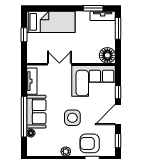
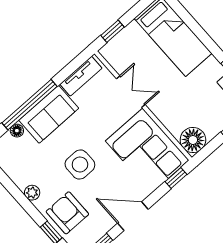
window: (24, 35) -> (112, 31), moved
window: (118, 92) -> (176, 178), moved

